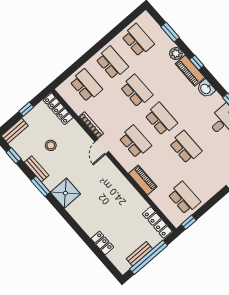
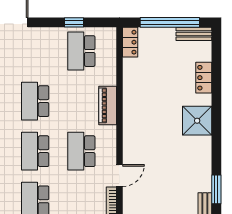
shower: (65, 193) -> (197, 121), moved
locker: (157, 222) -> (130, 42), width x0.66
window: (189, 222) -> (74, 22), moved
bench: (139, 254) -> (194, 34), moved

